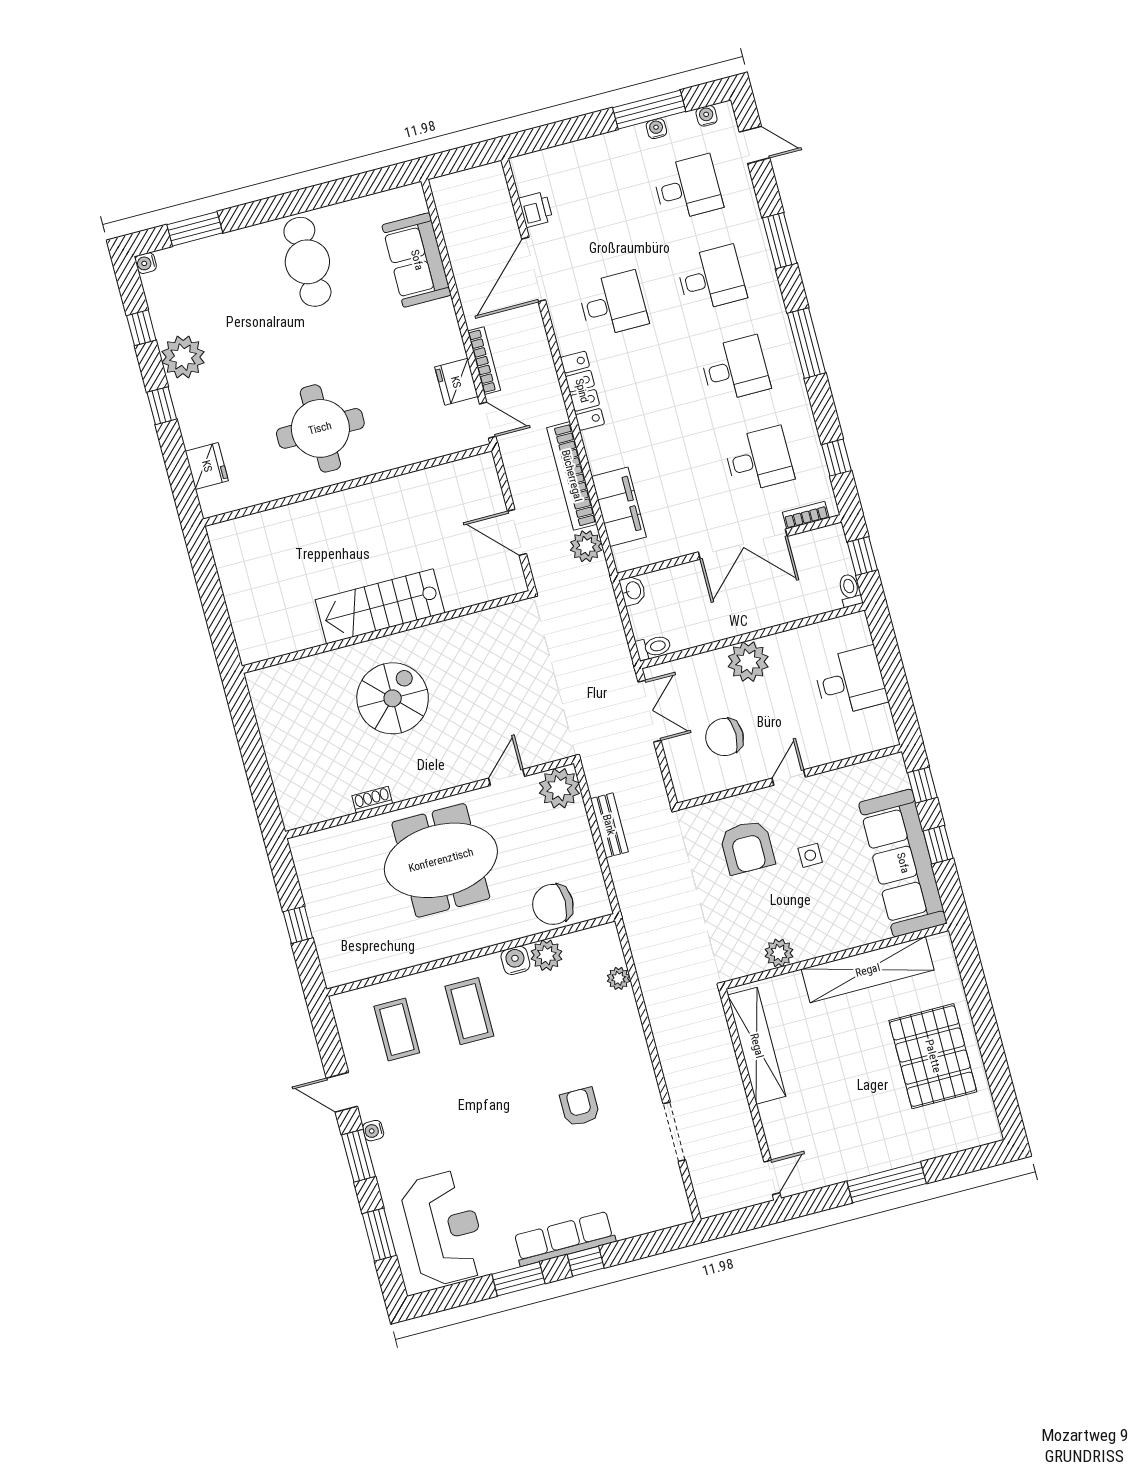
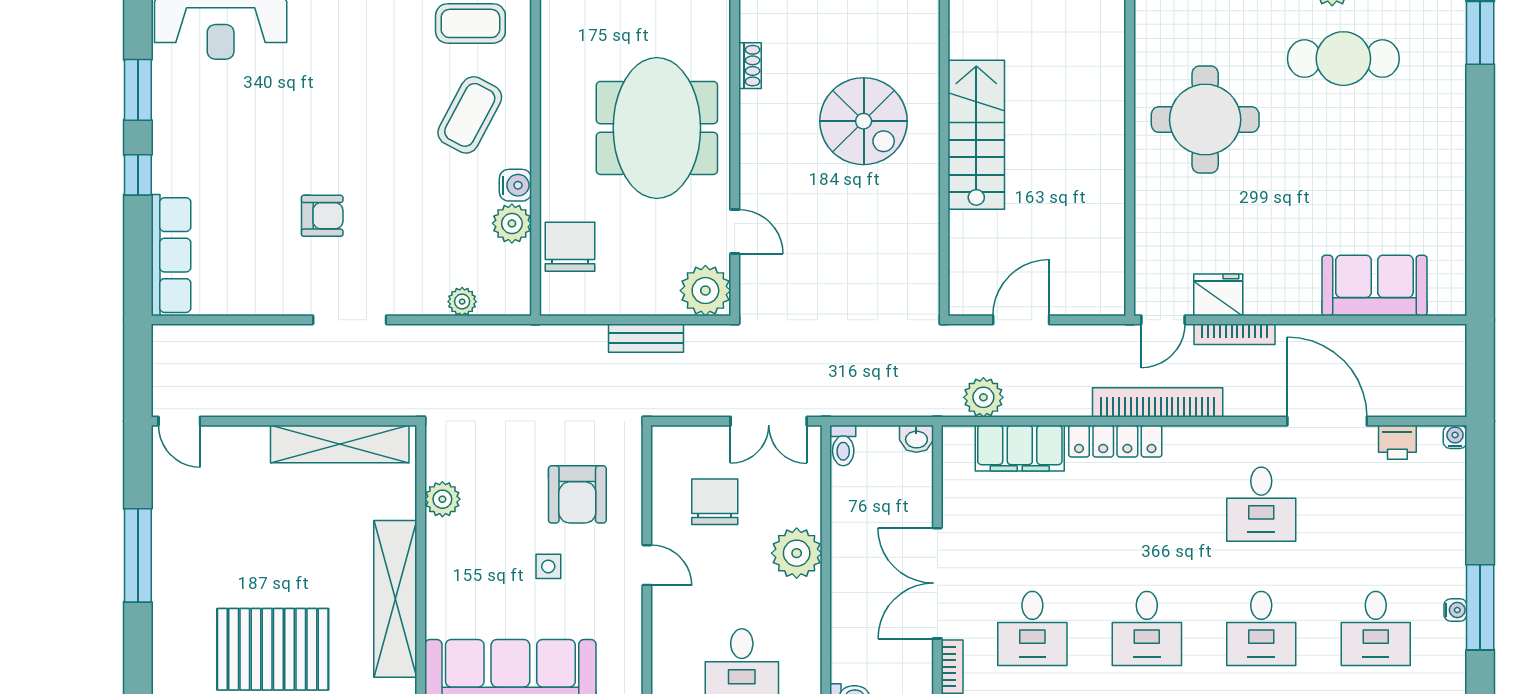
water cooler: (707, 116) -> (1455, 437), moved, turned -90
cafe table: (307, 262) -> (1343, 59), moved
locker: (582, 391) -> (1115, 441), moved
bookcase: (572, 476) -> (1158, 402), moved
armchair: (747, 847) -> (577, 494), turned -90
coffee table: (469, 1011) -> (470, 115), turned -62
doorway: (674, 1132) -> (350, 320), moved
row of seats: (564, 1239) -> (171, 255), moved

